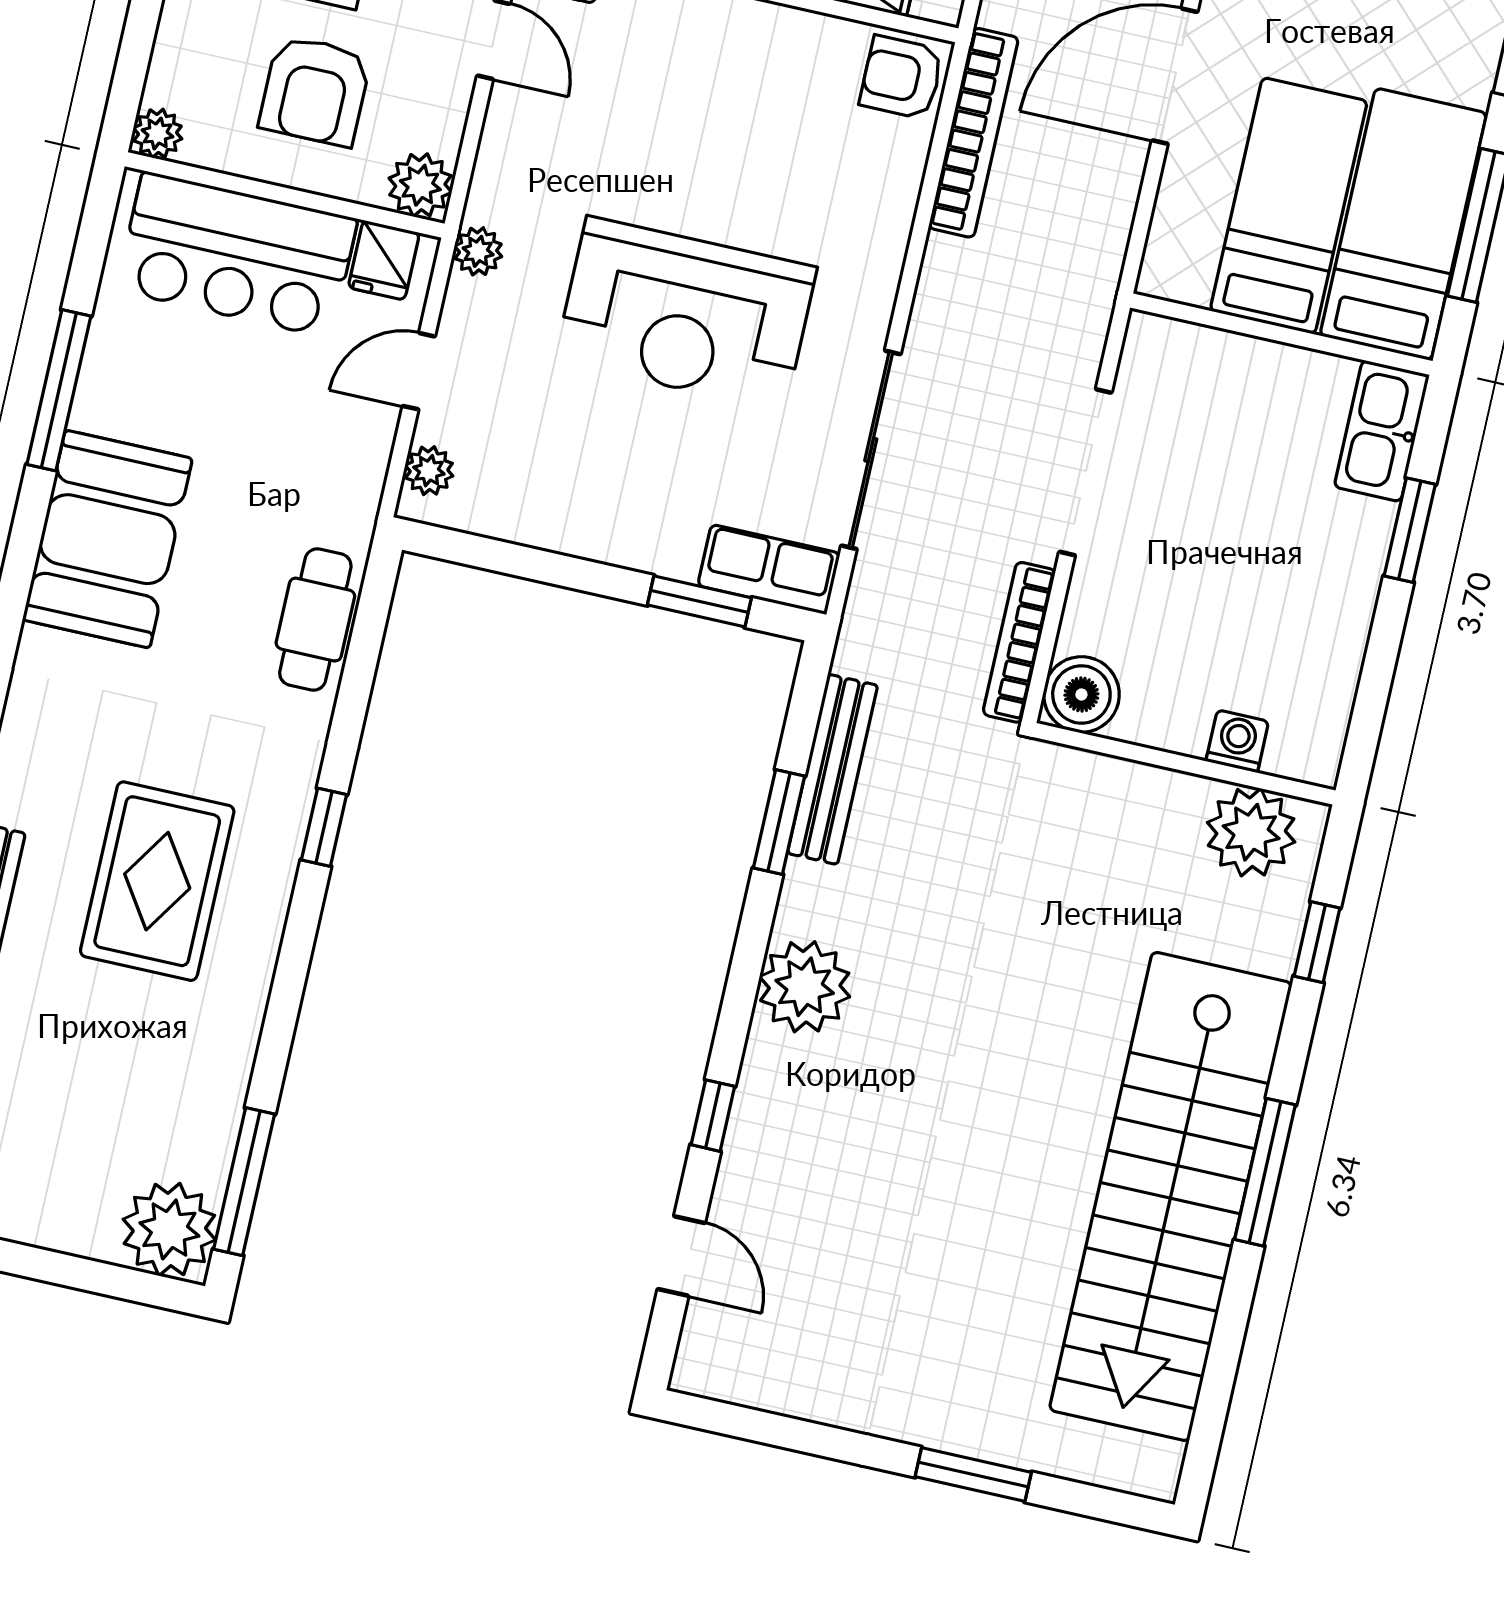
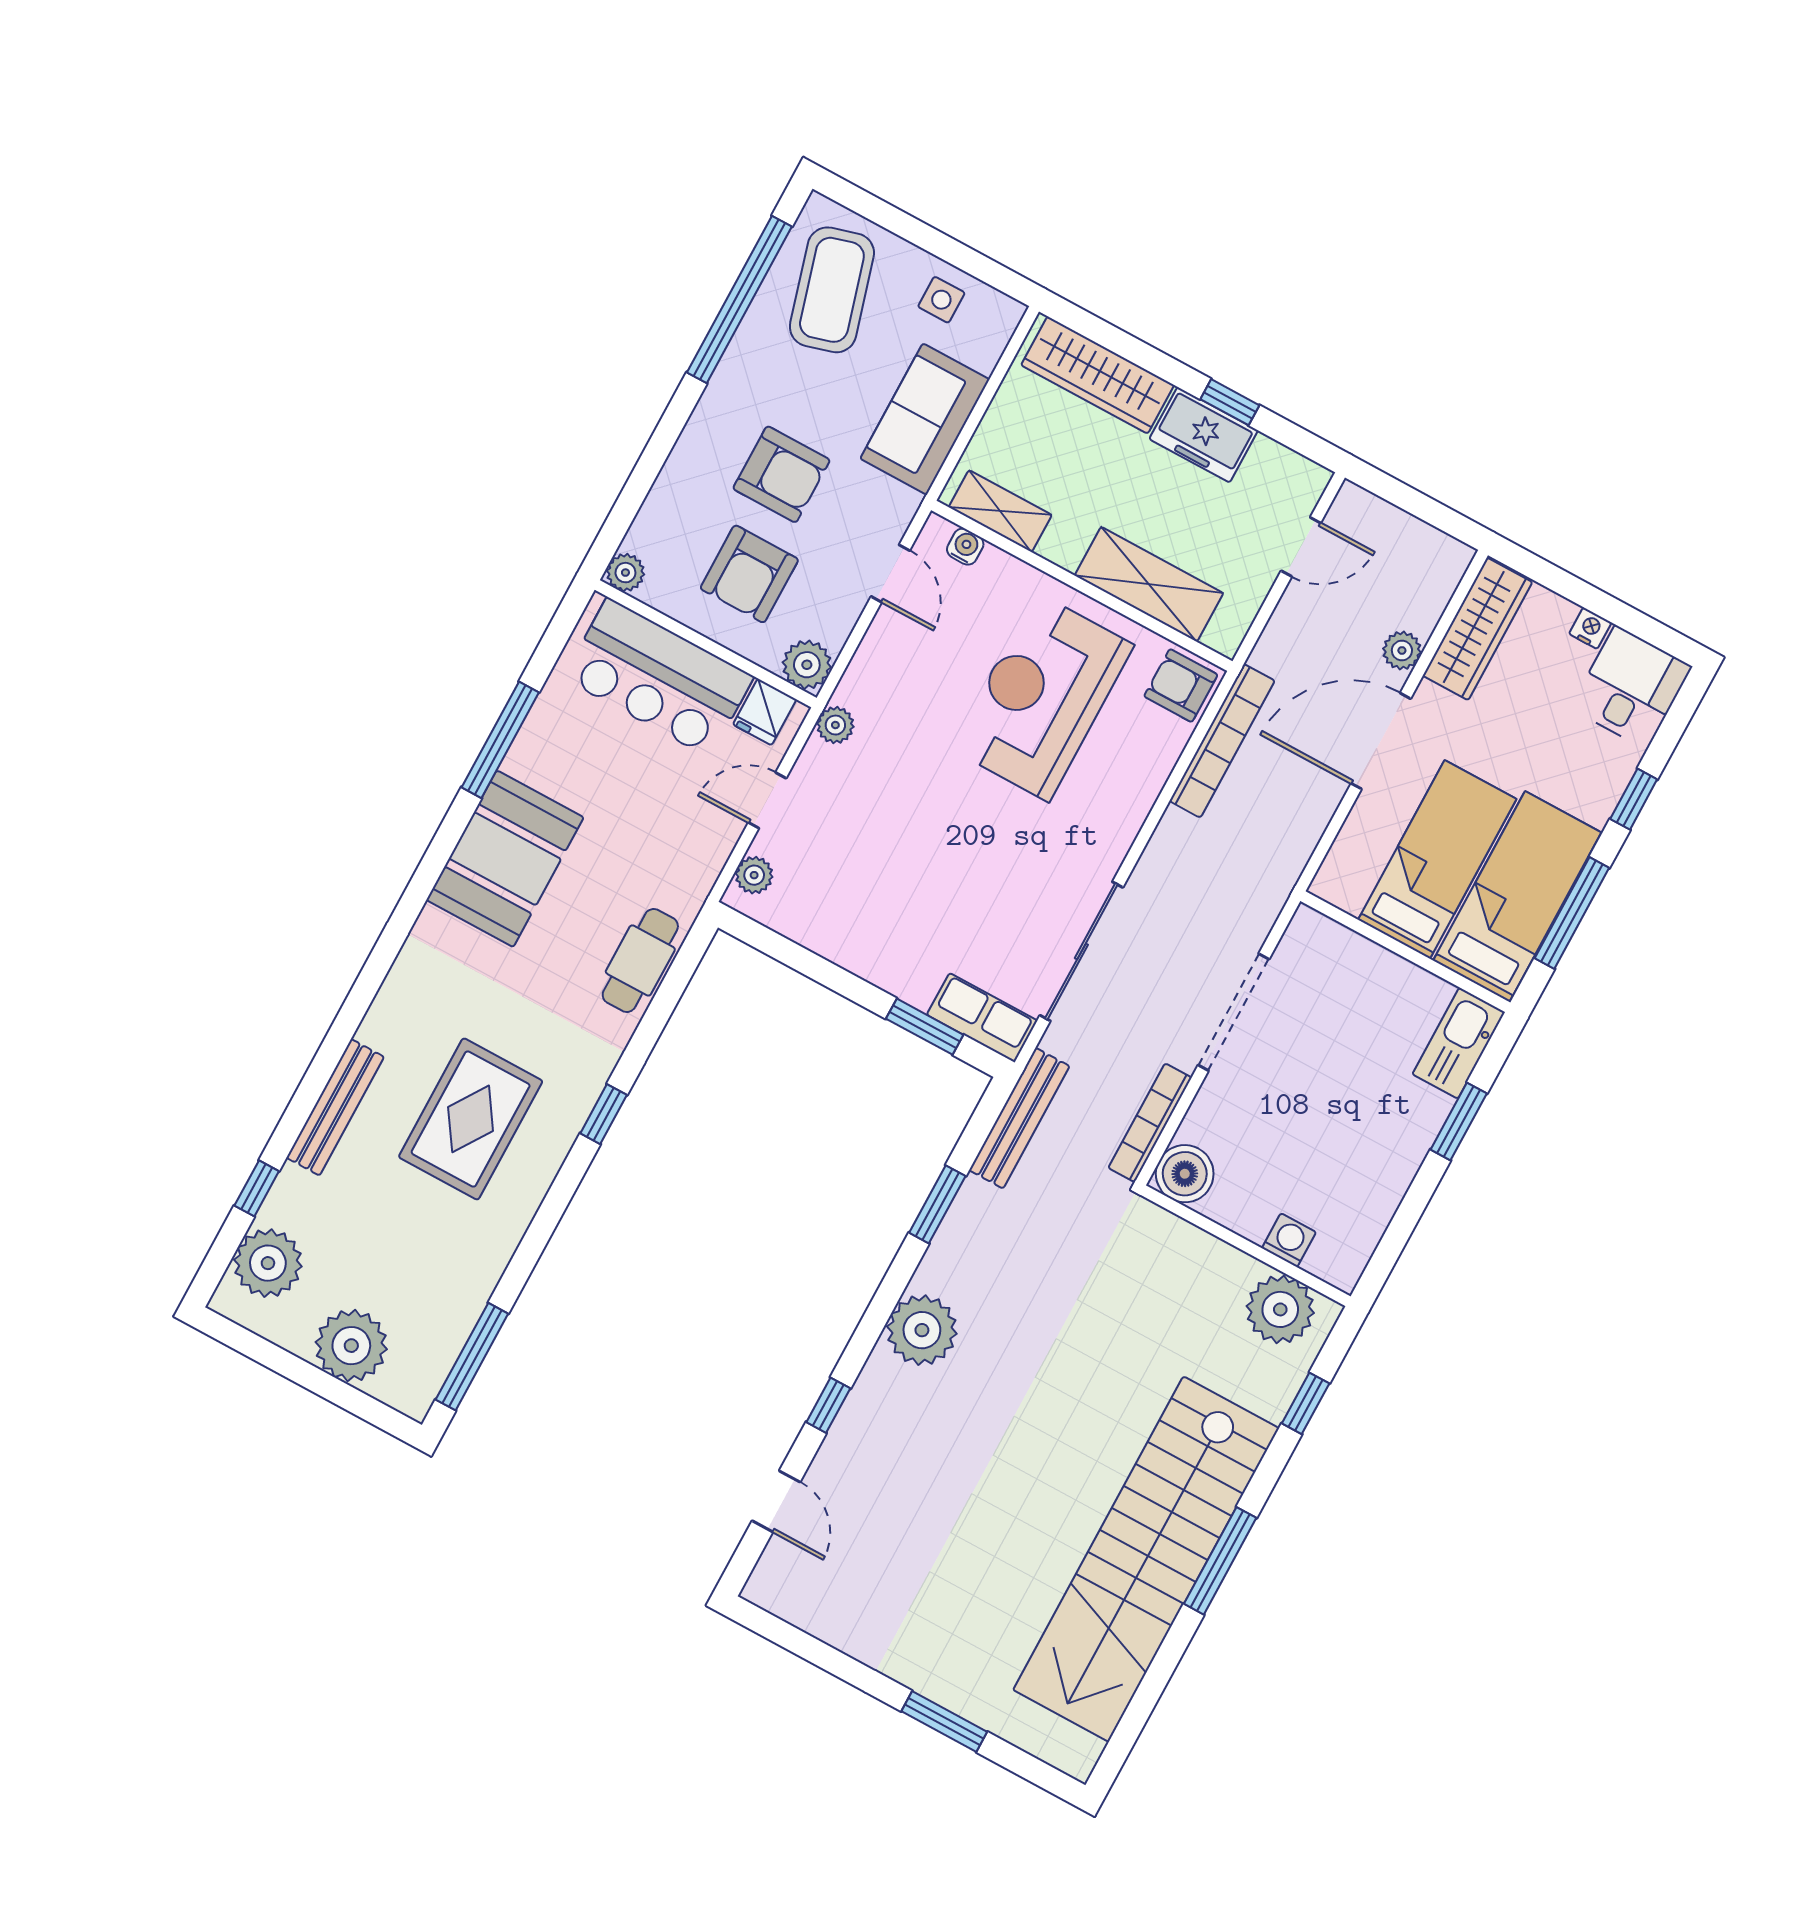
reception desk: (686, 314) -> (1042, 697), moved, turned 90
bench: (833, 769) -> (1019, 1118), moved
plant: (169, 1229) -> (351, 1346), moved

